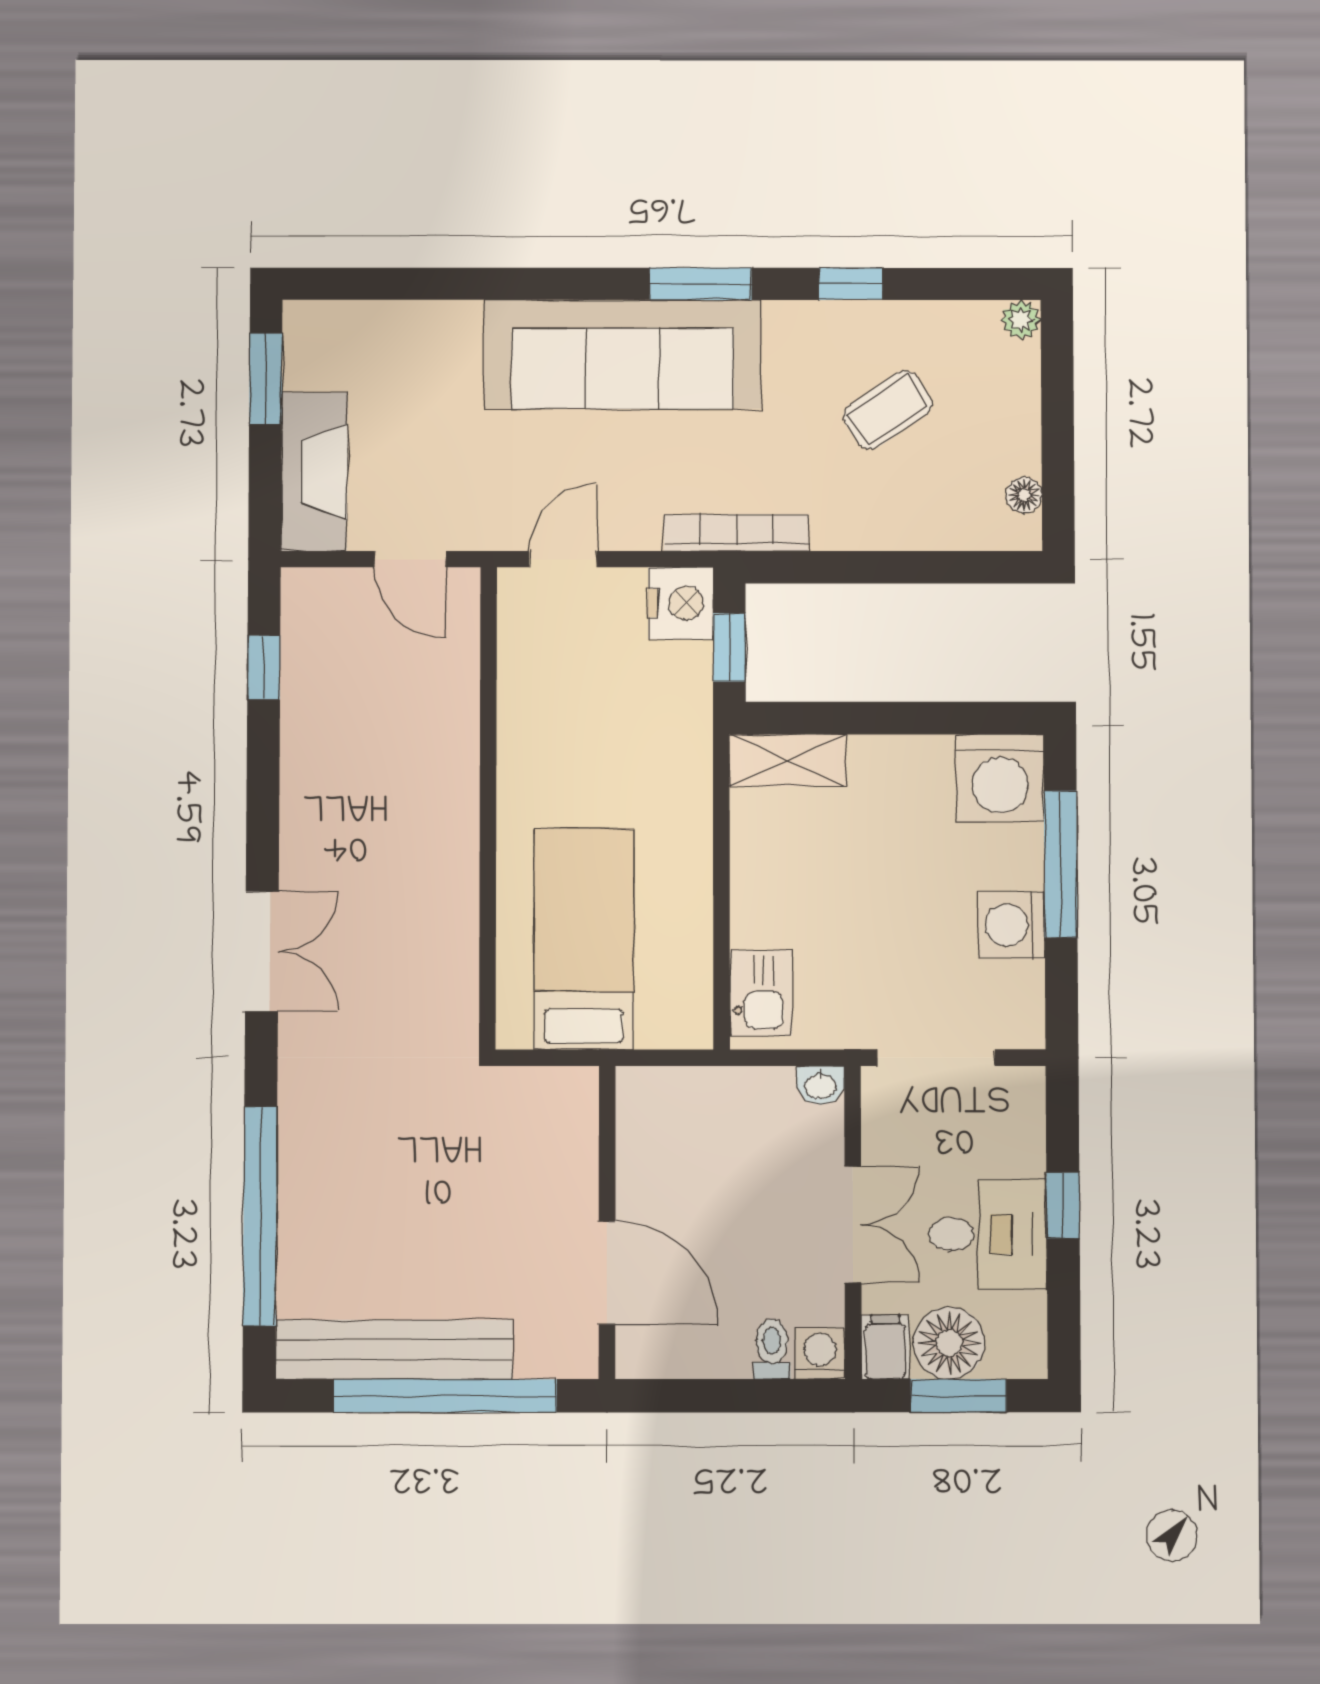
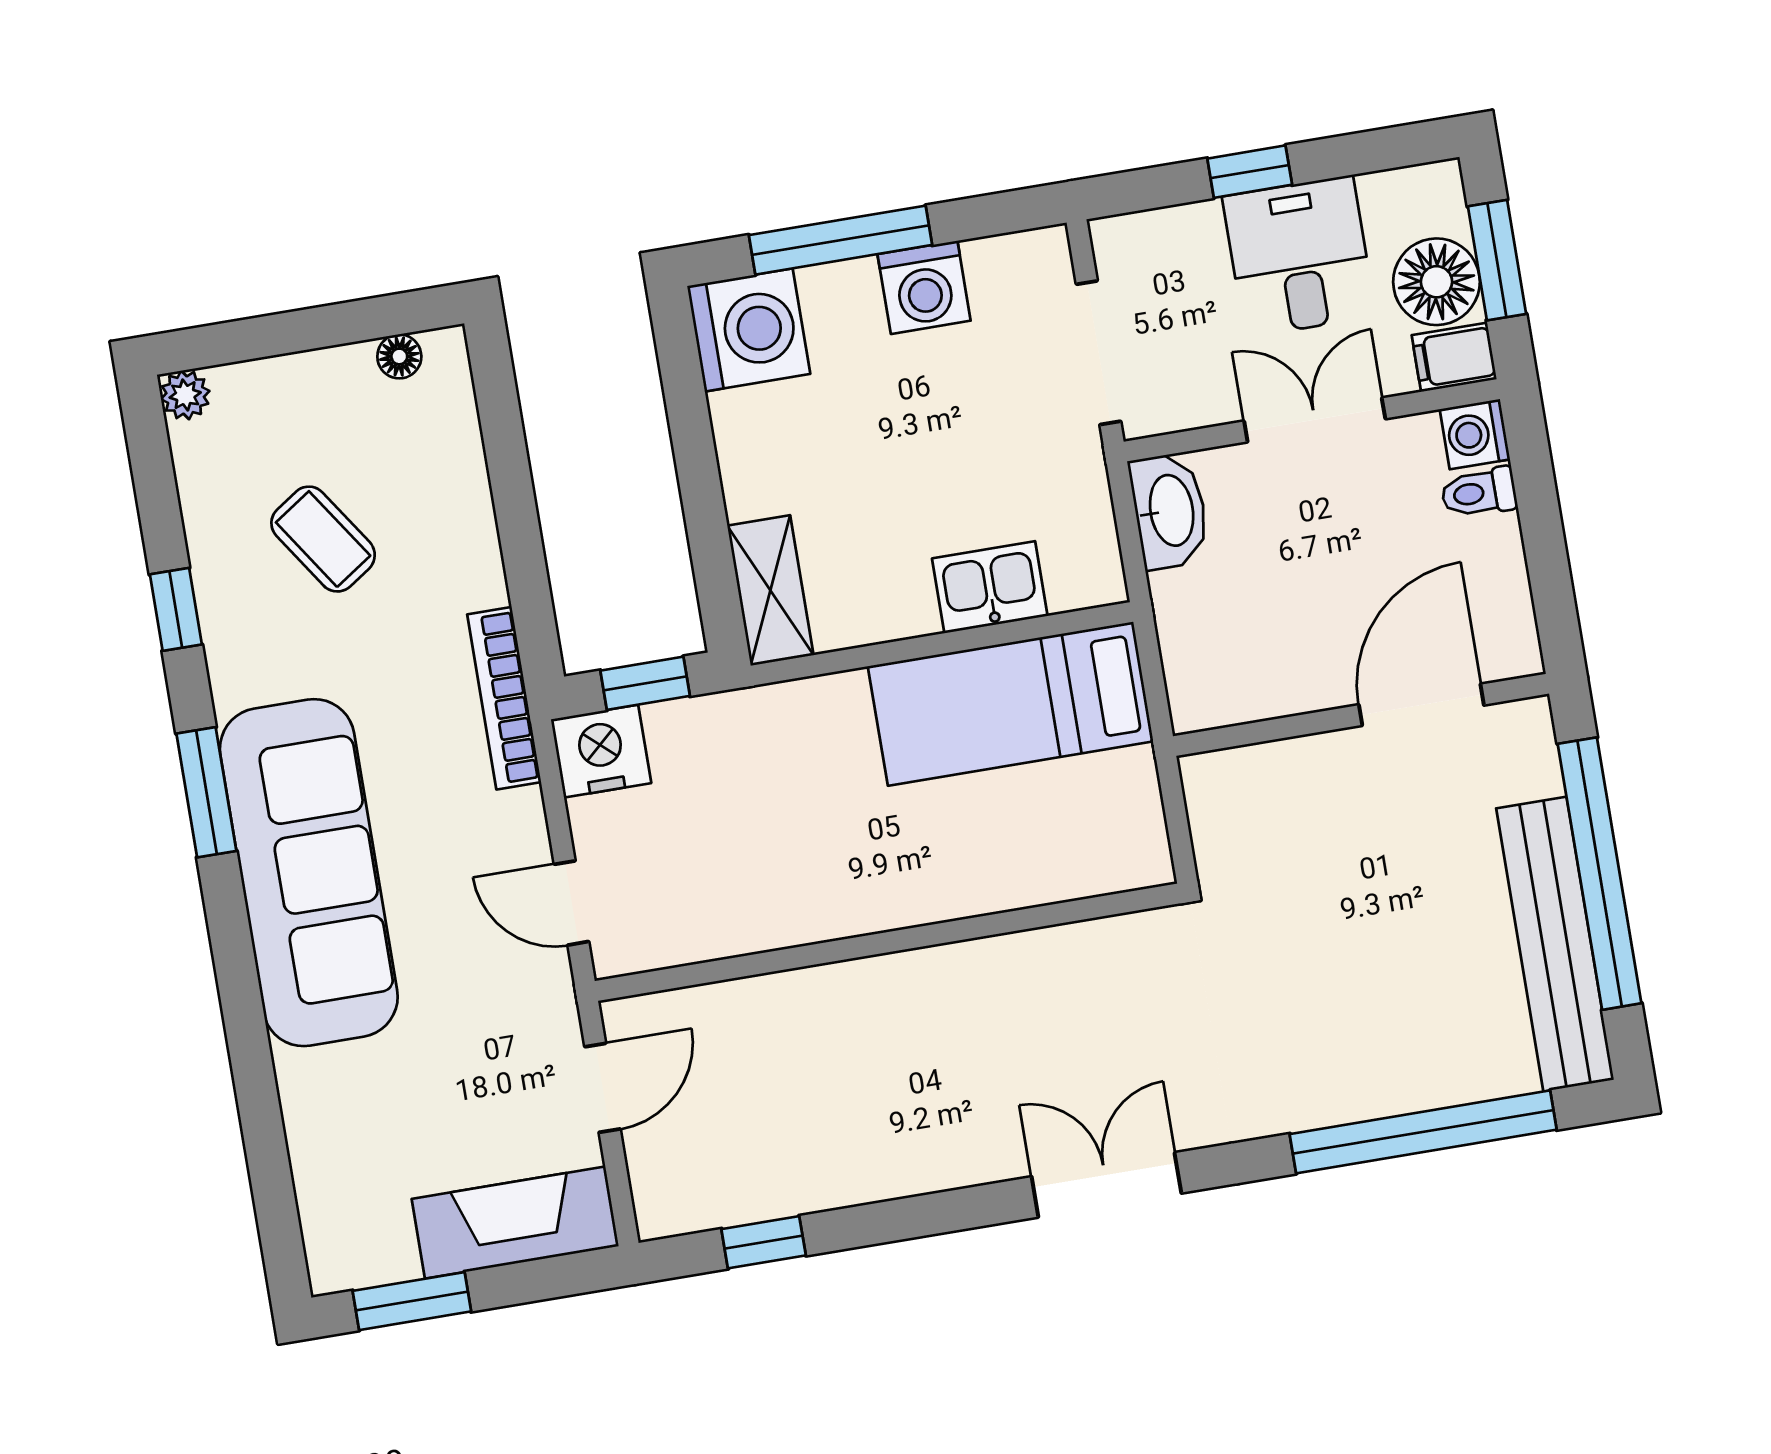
bed: (584, 939) -> (1011, 704), moved
kitchen sink: (761, 993) -> (990, 587), moved
washbasin: (820, 1085) -> (1170, 511), width x1.91, depth x1.45

